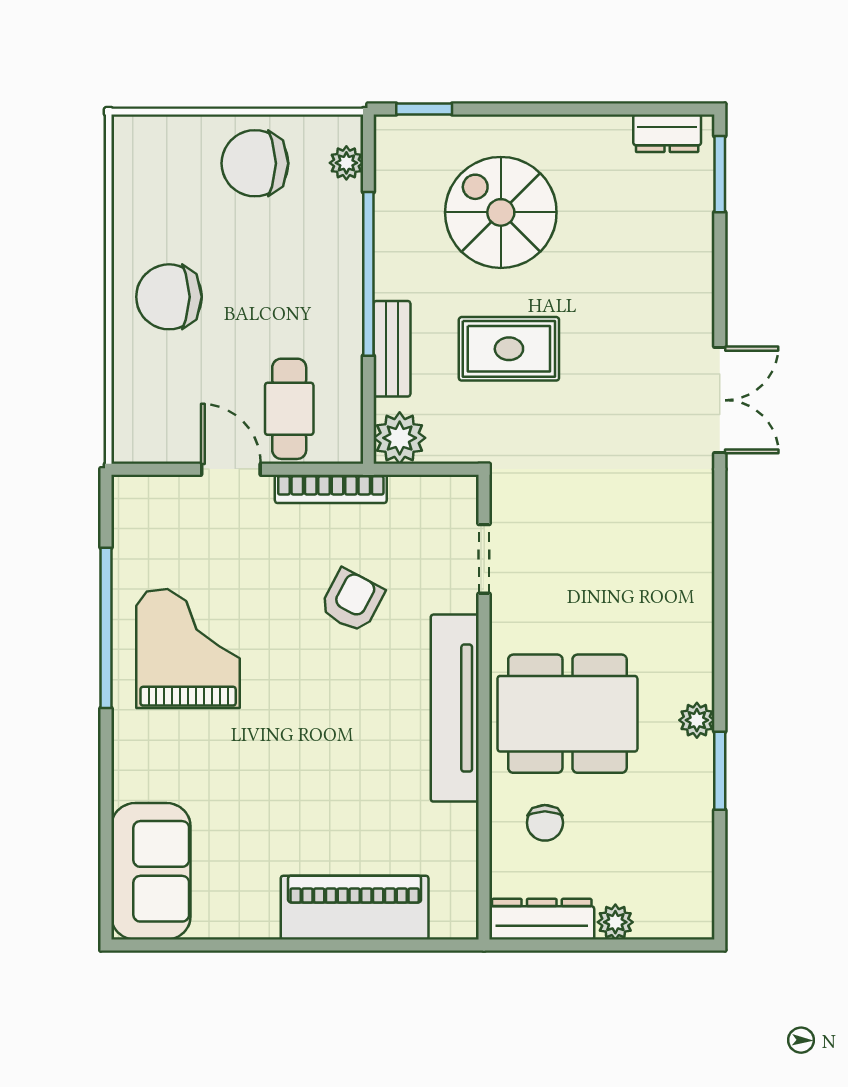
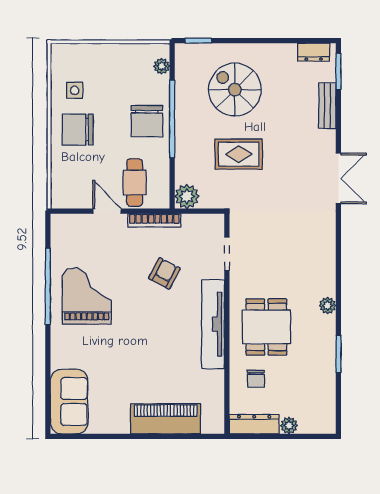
chair: (255, 163) -> (147, 121), moved, turned -90
side table: (162, 214) -> (75, 90), added
bench: (392, 349) -> (327, 106), moved
dining table: (567, 714) -> (266, 327), width x0.73
plant: (697, 720) -> (328, 306), moved

